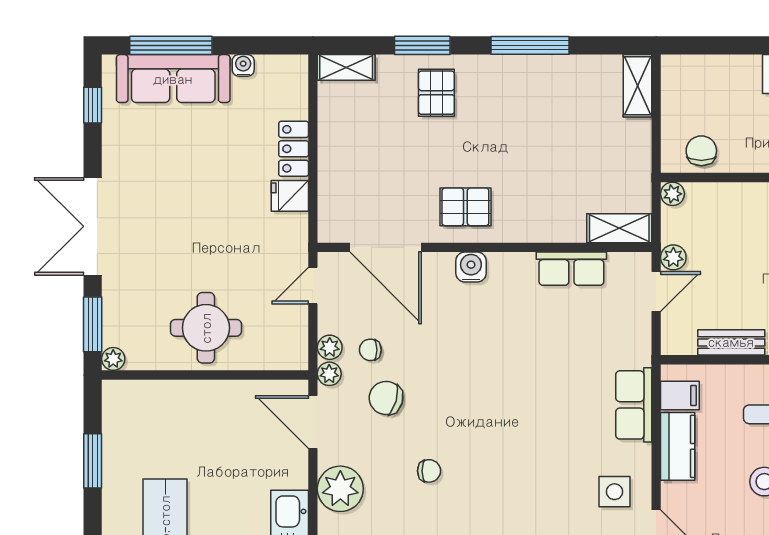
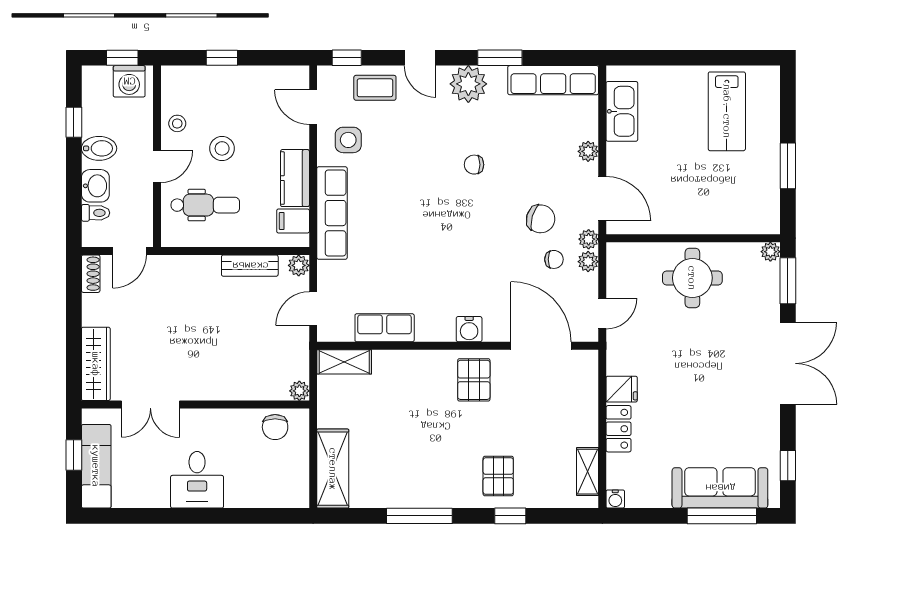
window: (422, 45) -> (510, 516), width x0.67
water cooler: (243, 65) -> (615, 499), moved
shelving: (346, 67) -> (588, 472), moved, turned 90
shelving: (637, 86) -> (333, 469), width x1.50, depth x1.33
pallet: (465, 207) -> (474, 380), turned 90
plant: (673, 257) -> (299, 265), moved
row of seats: (634, 405) -> (332, 213), width x1.48
chair: (429, 471) -> (474, 165), moved
plant: (340, 489) -> (588, 151), width x0.53, depth x0.53

